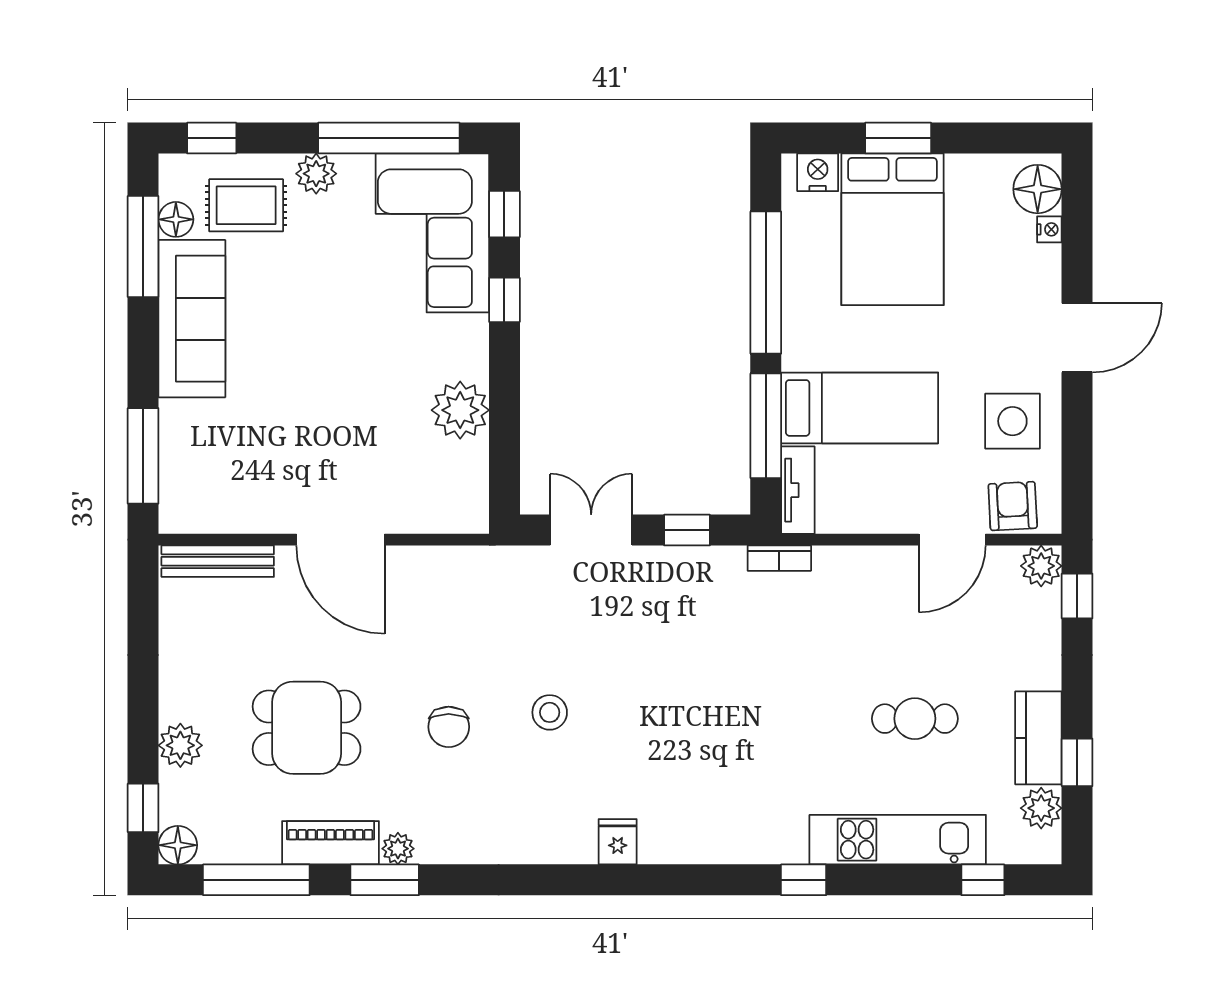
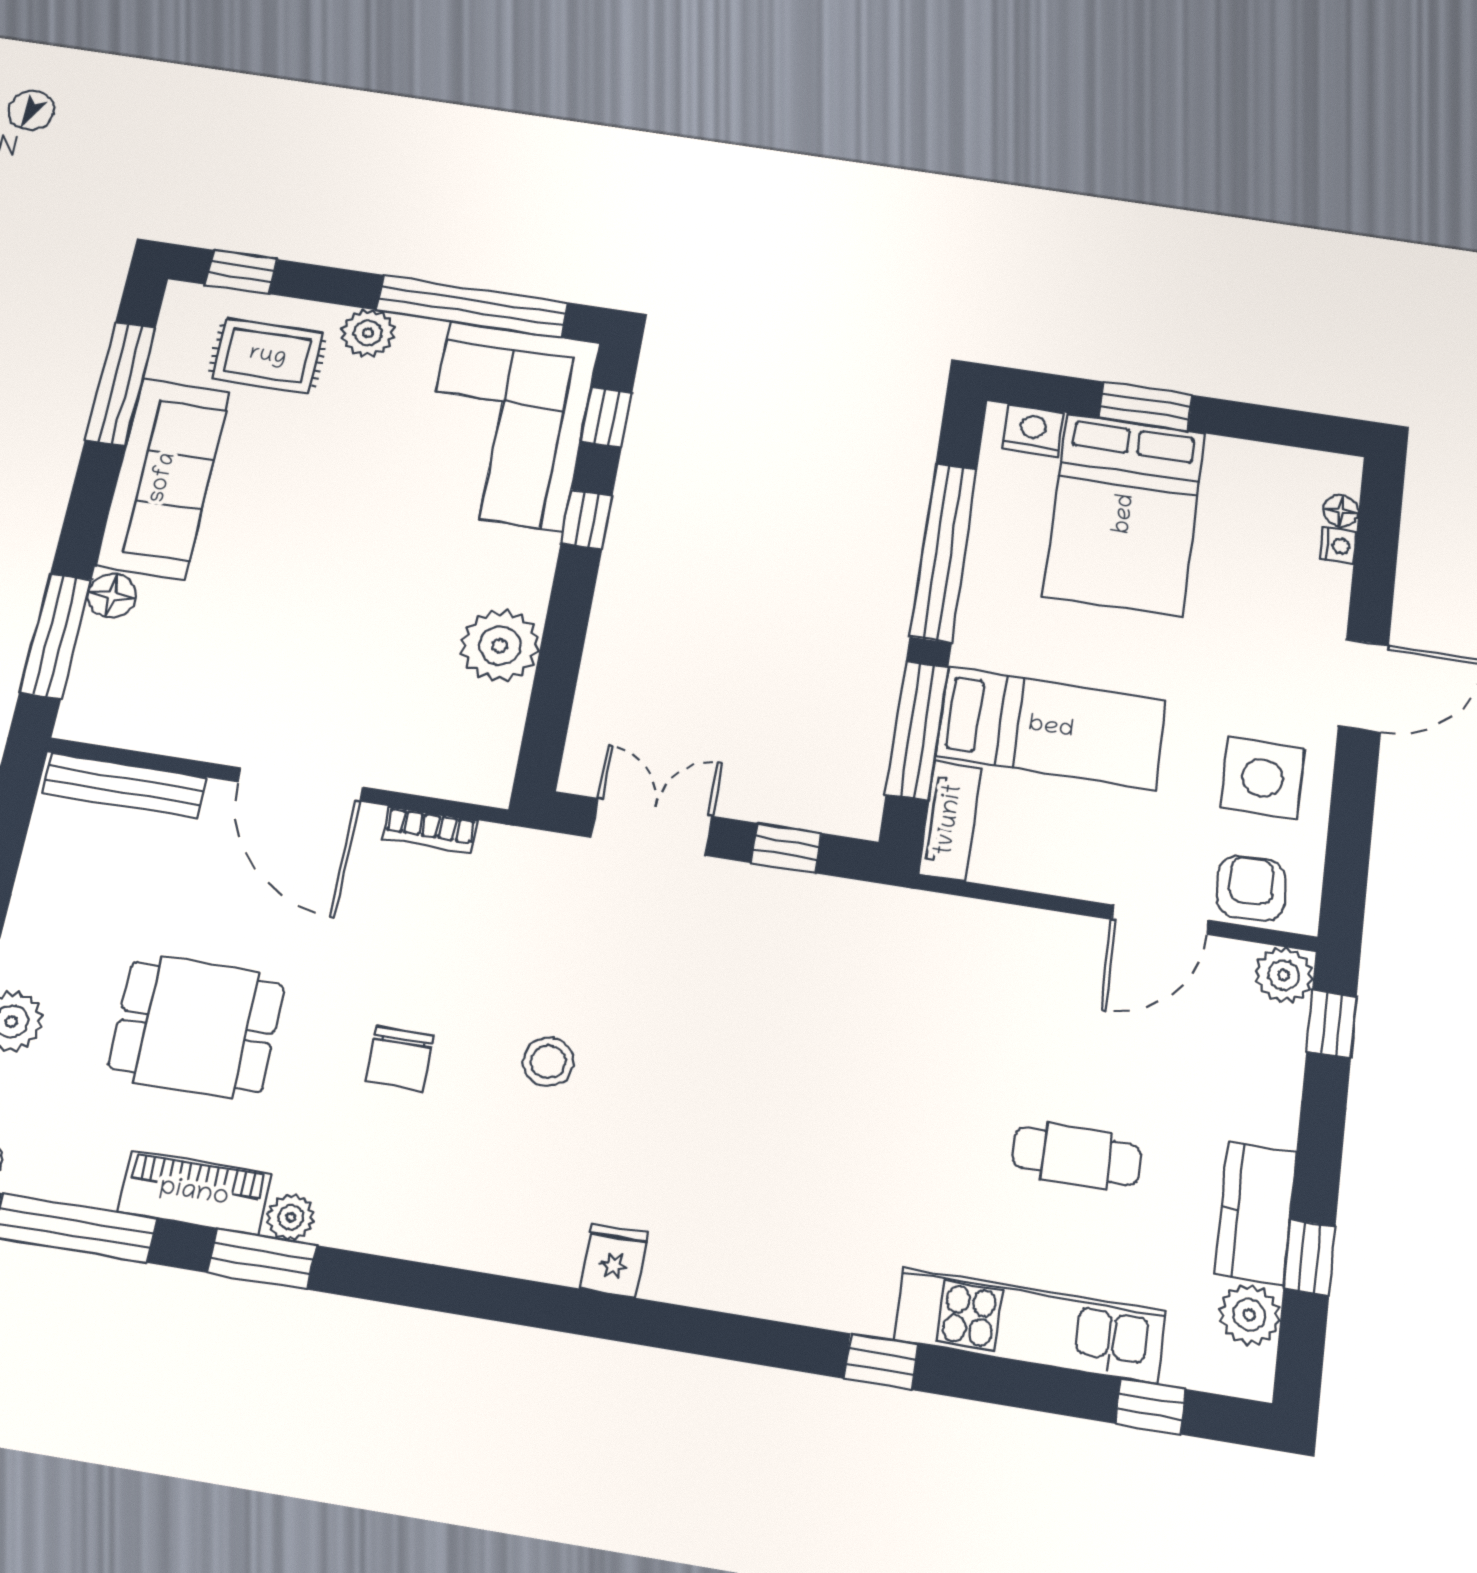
floor lamp: (1038, 189) -> (1341, 511), width x0.53, depth x0.53
floor lamp: (176, 219) -> (112, 596), moved
bookcase: (779, 558) -> (430, 830), moved

